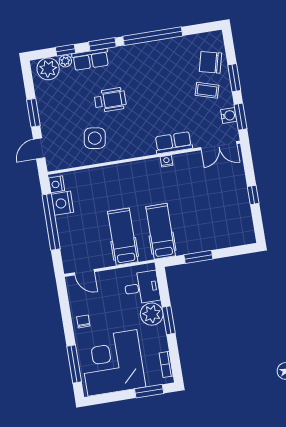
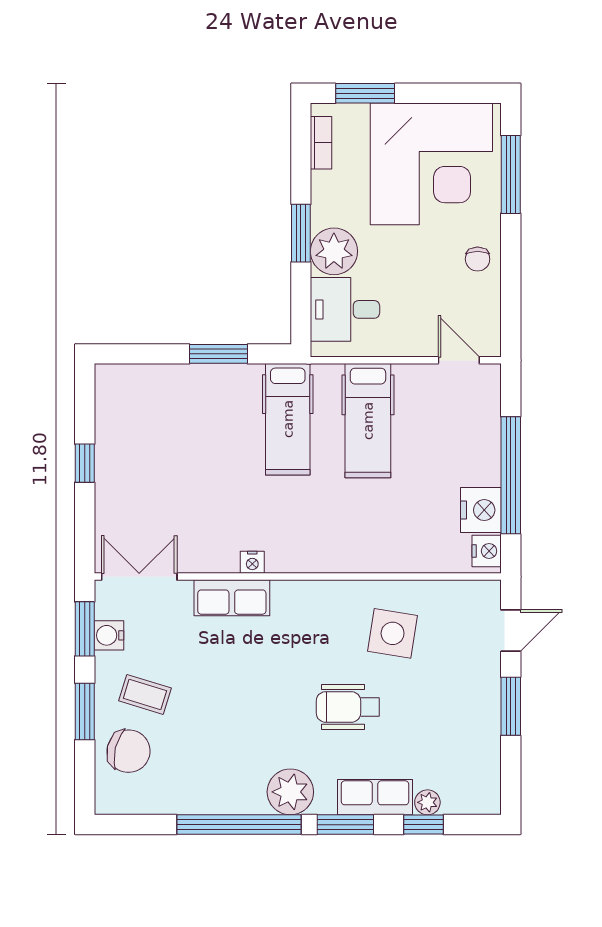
plant: (48, 69) -> (290, 792), moved

